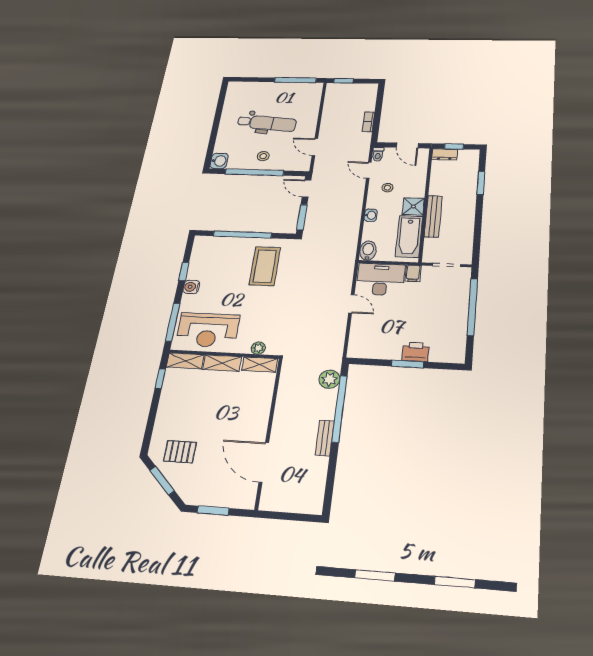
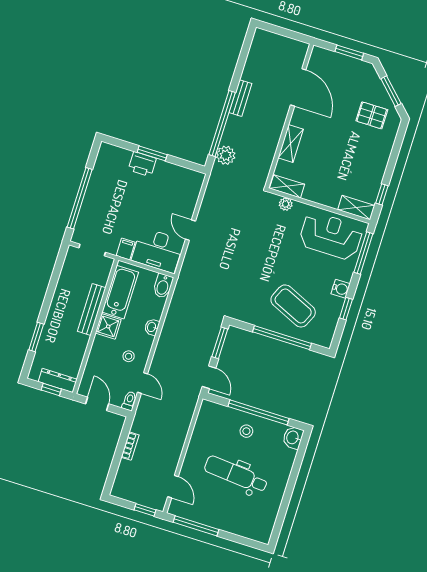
door: (315, 147) -> (173, 487), moved
dresser: (445, 154) -> (58, 381), width x1.44
coffee table: (265, 266) -> (293, 306), moved, turned -66
shelving: (222, 363) -> (291, 143), moved, turned 90

